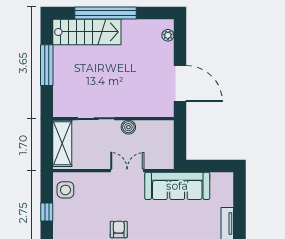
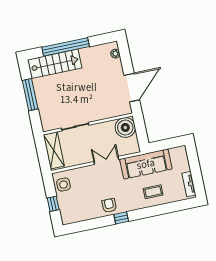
door: (180, 84) -> (132, 88), hinge flipped
boiler: (128, 127) -> (125, 128), moved, width x1.86, depth x1.86
coffee table: (179, 224) -> (153, 192), added

